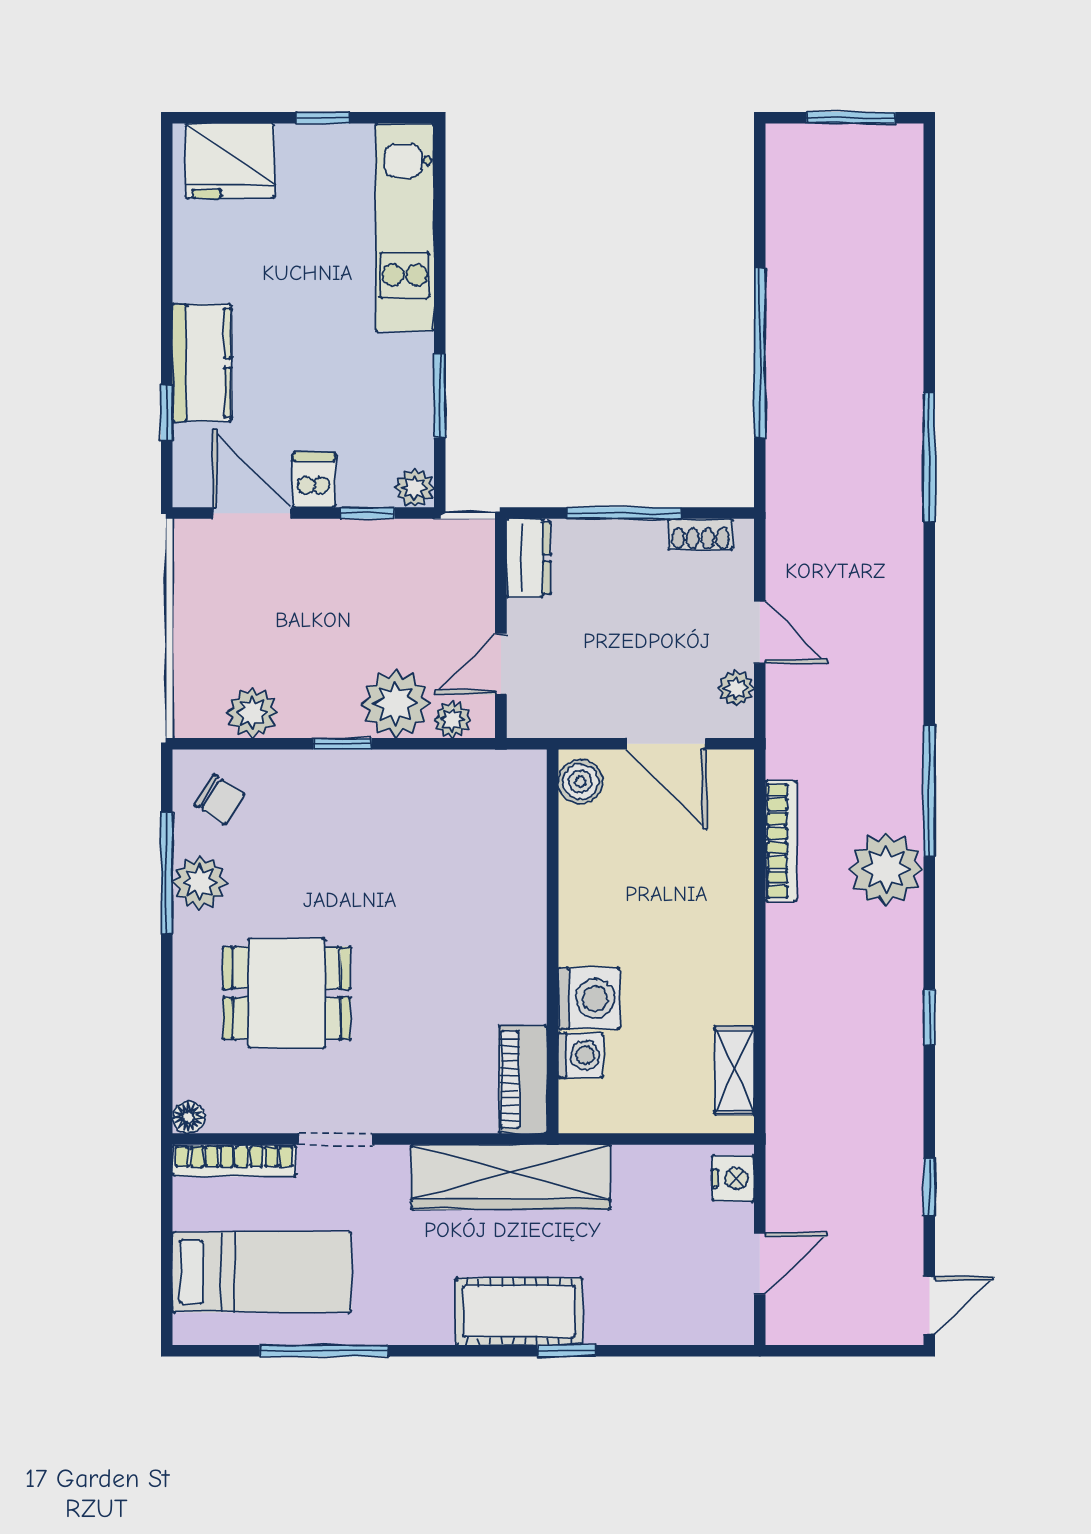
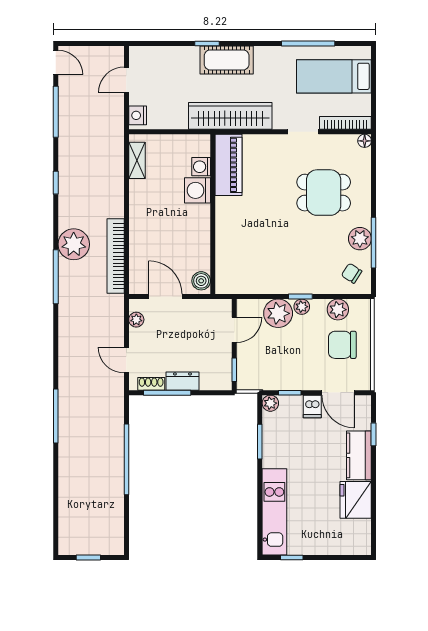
window: (322, 118) -> (292, 557), moved
window: (851, 118) -> (88, 557), width x0.67
fridge: (230, 161) -> (356, 500), moved, turned -90
window: (624, 513) -> (167, 393), moved
dresser: (529, 558) -> (182, 381), moved, turned 90
window: (501, 568) -> (234, 370), added
chair: (242, 628) -> (342, 345), added
door: (760, 632) -> (126, 360), moved
plant: (453, 719) -> (302, 307), moved
bookcase: (781, 841) -> (116, 256), width x1.48, depth x1.31
piano: (523, 1079) -> (228, 165), width x1.37, depth x1.33
window: (929, 1187) -> (56, 112), width x2.17
door: (929, 1306) -> (56, 62), swing flipped

